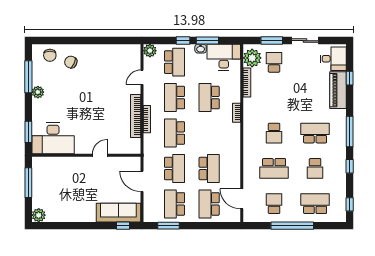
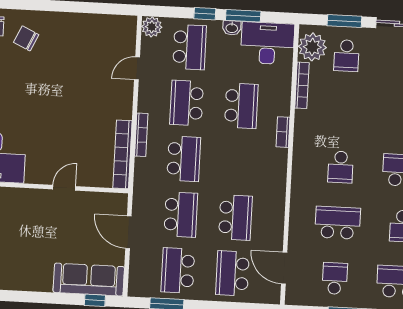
school desk: (274, 62) -> (346, 56), turned 180
school desk: (209, 98) -> (241, 106), turned 180
bookcase: (136, 116) -> (123, 154), moved
school desk: (175, 133) -> (184, 159), turned 180
school desk: (274, 168) -> (338, 223), turned 180

